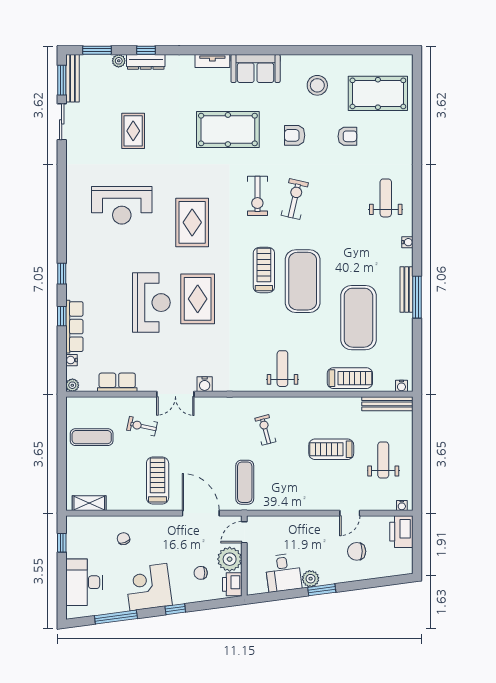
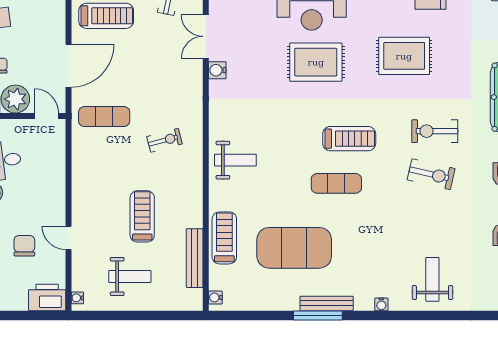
weight bench: (386, 198) -> (432, 279), turned -90
exercise mat: (303, 281) -> (336, 183), width x0.50, depth x0.69
treadmill: (350, 378) -> (224, 238), turned 180
bench: (387, 404) -> (195, 258), moved

